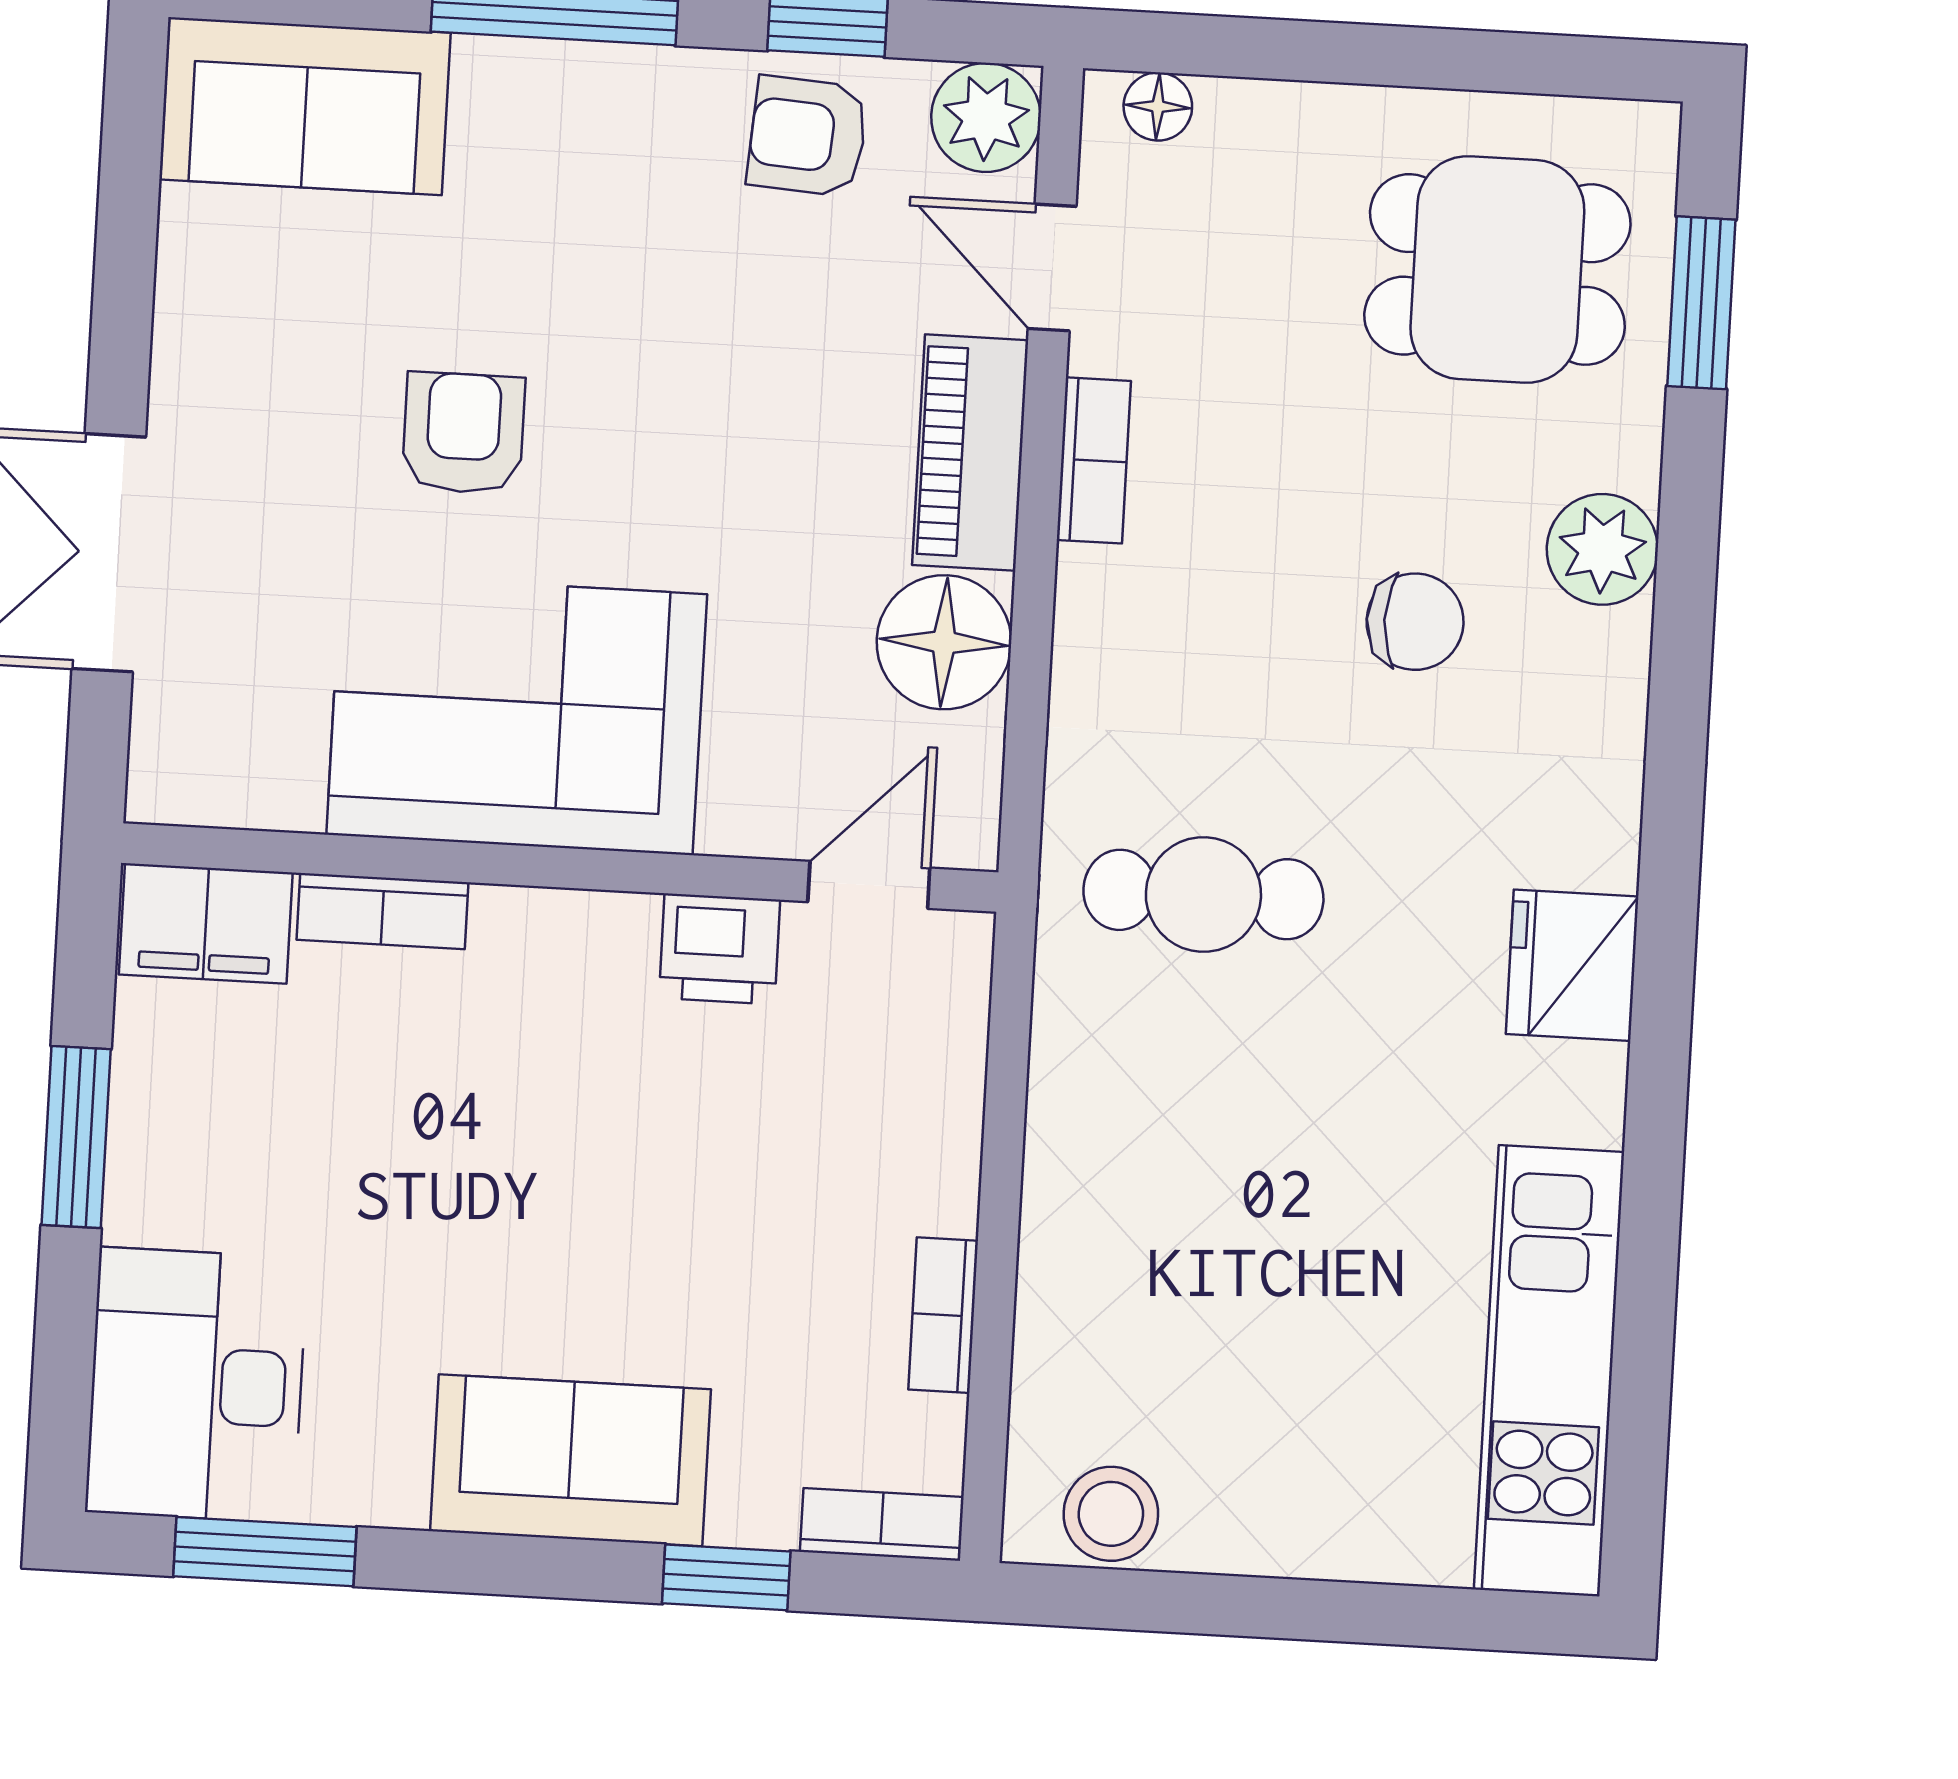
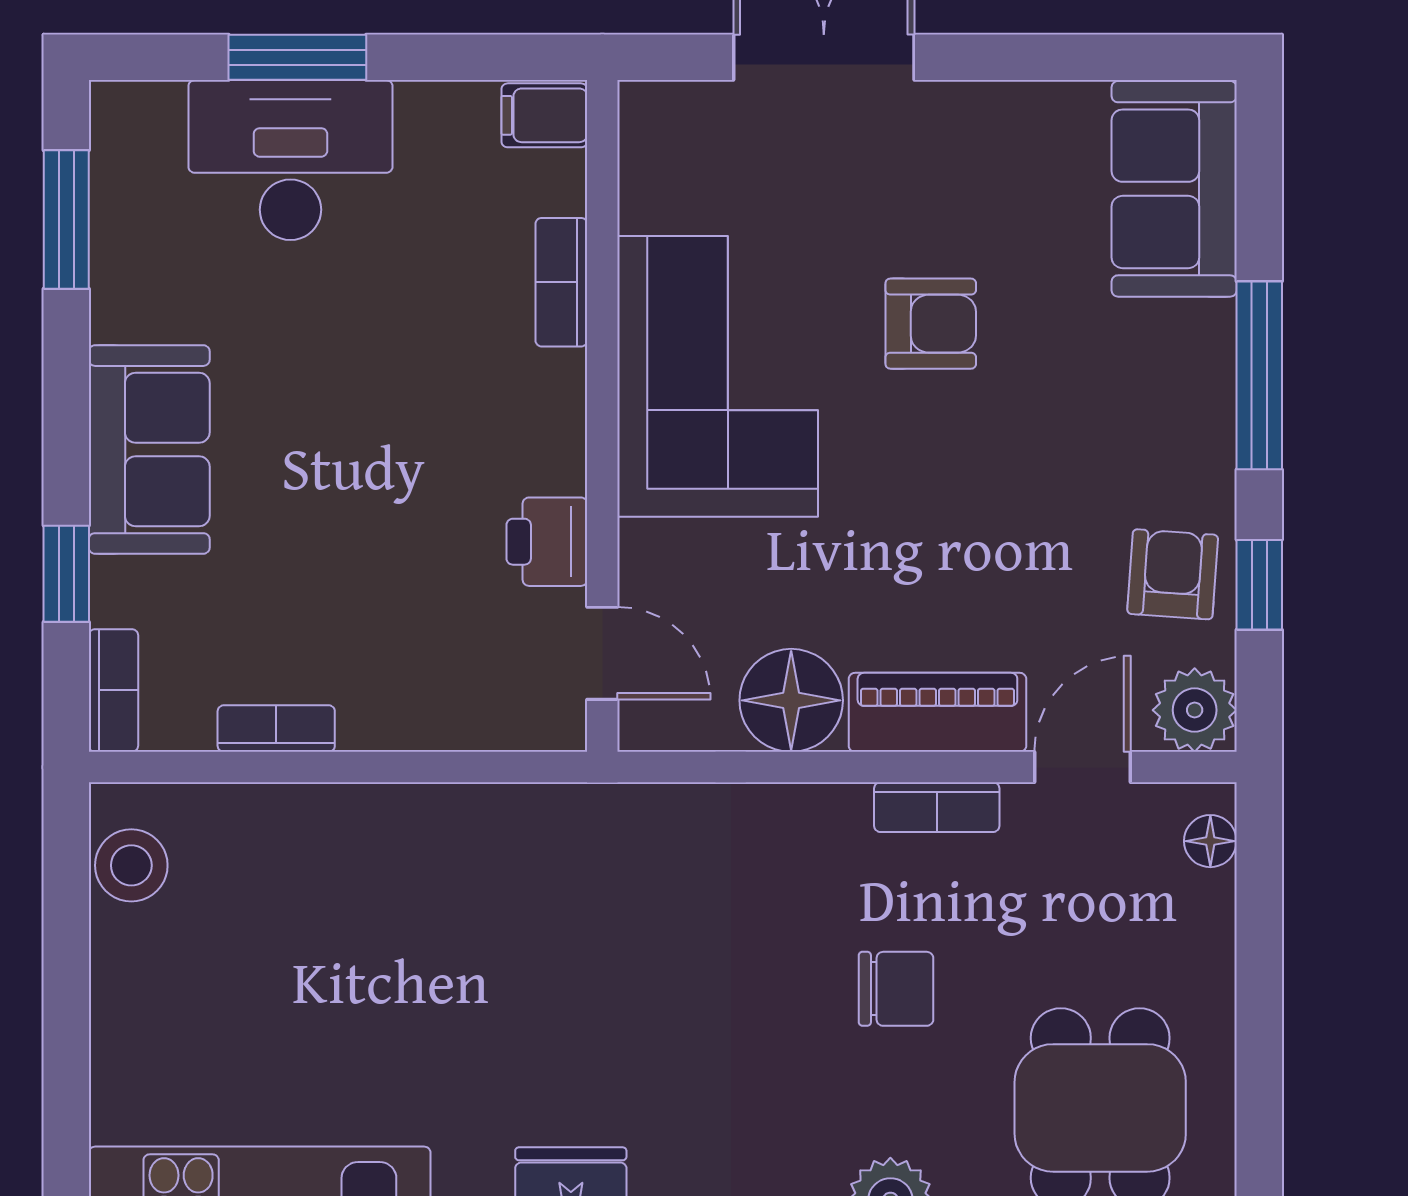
chair: (1415, 622) -> (896, 989), moved, turned -90
cafe table: (1203, 895) -> (609, 910), removed
filing cabinet: (206, 924) -> (544, 115), width x0.50
window: (76, 1137) -> (297, 57), moved
desk: (196, 1385) -> (290, 160), moved

